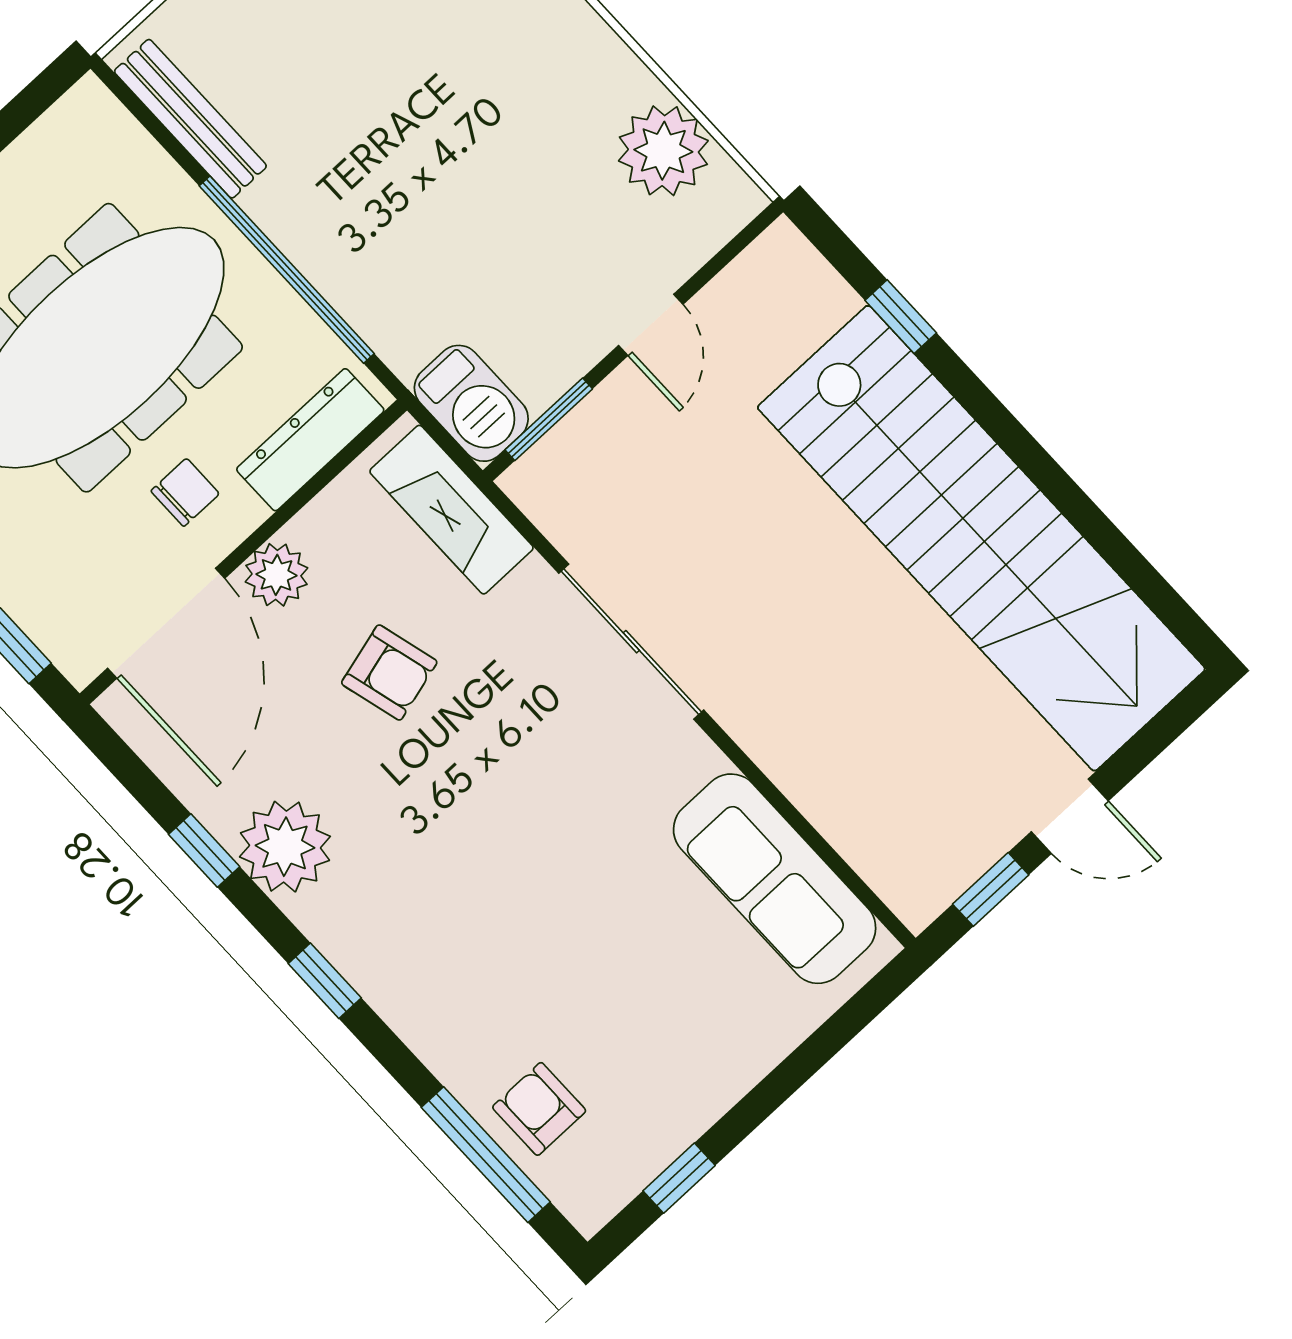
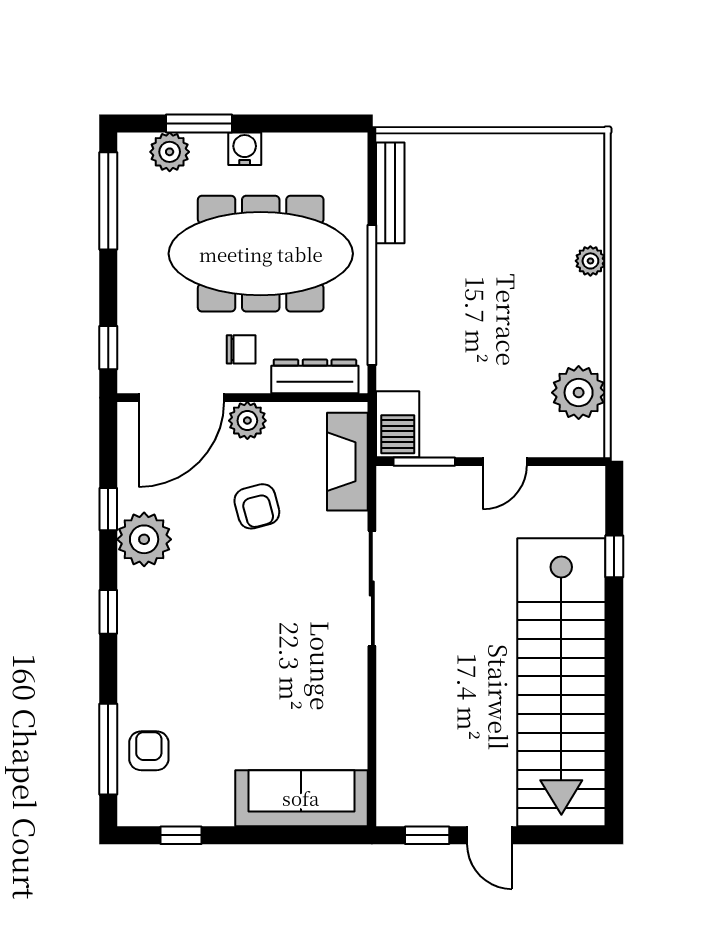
sofa: (775, 879) -> (301, 798), moved, turned 90

